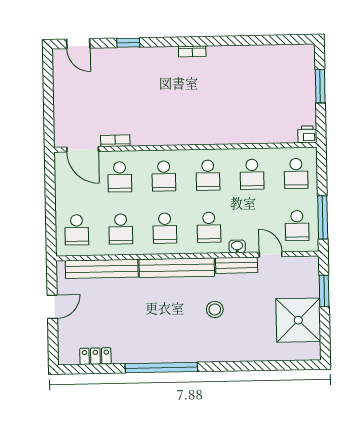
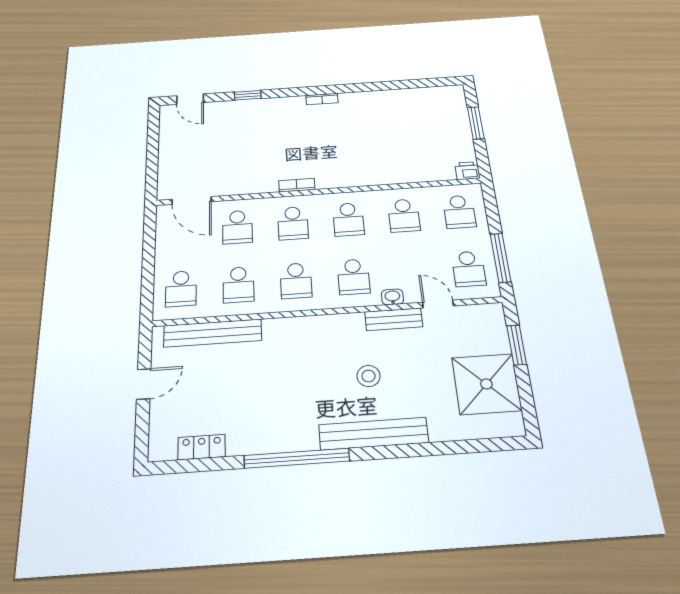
bookcase: (115, 141) -> (297, 185), moved
bench: (177, 268) -> (373, 434), moved

